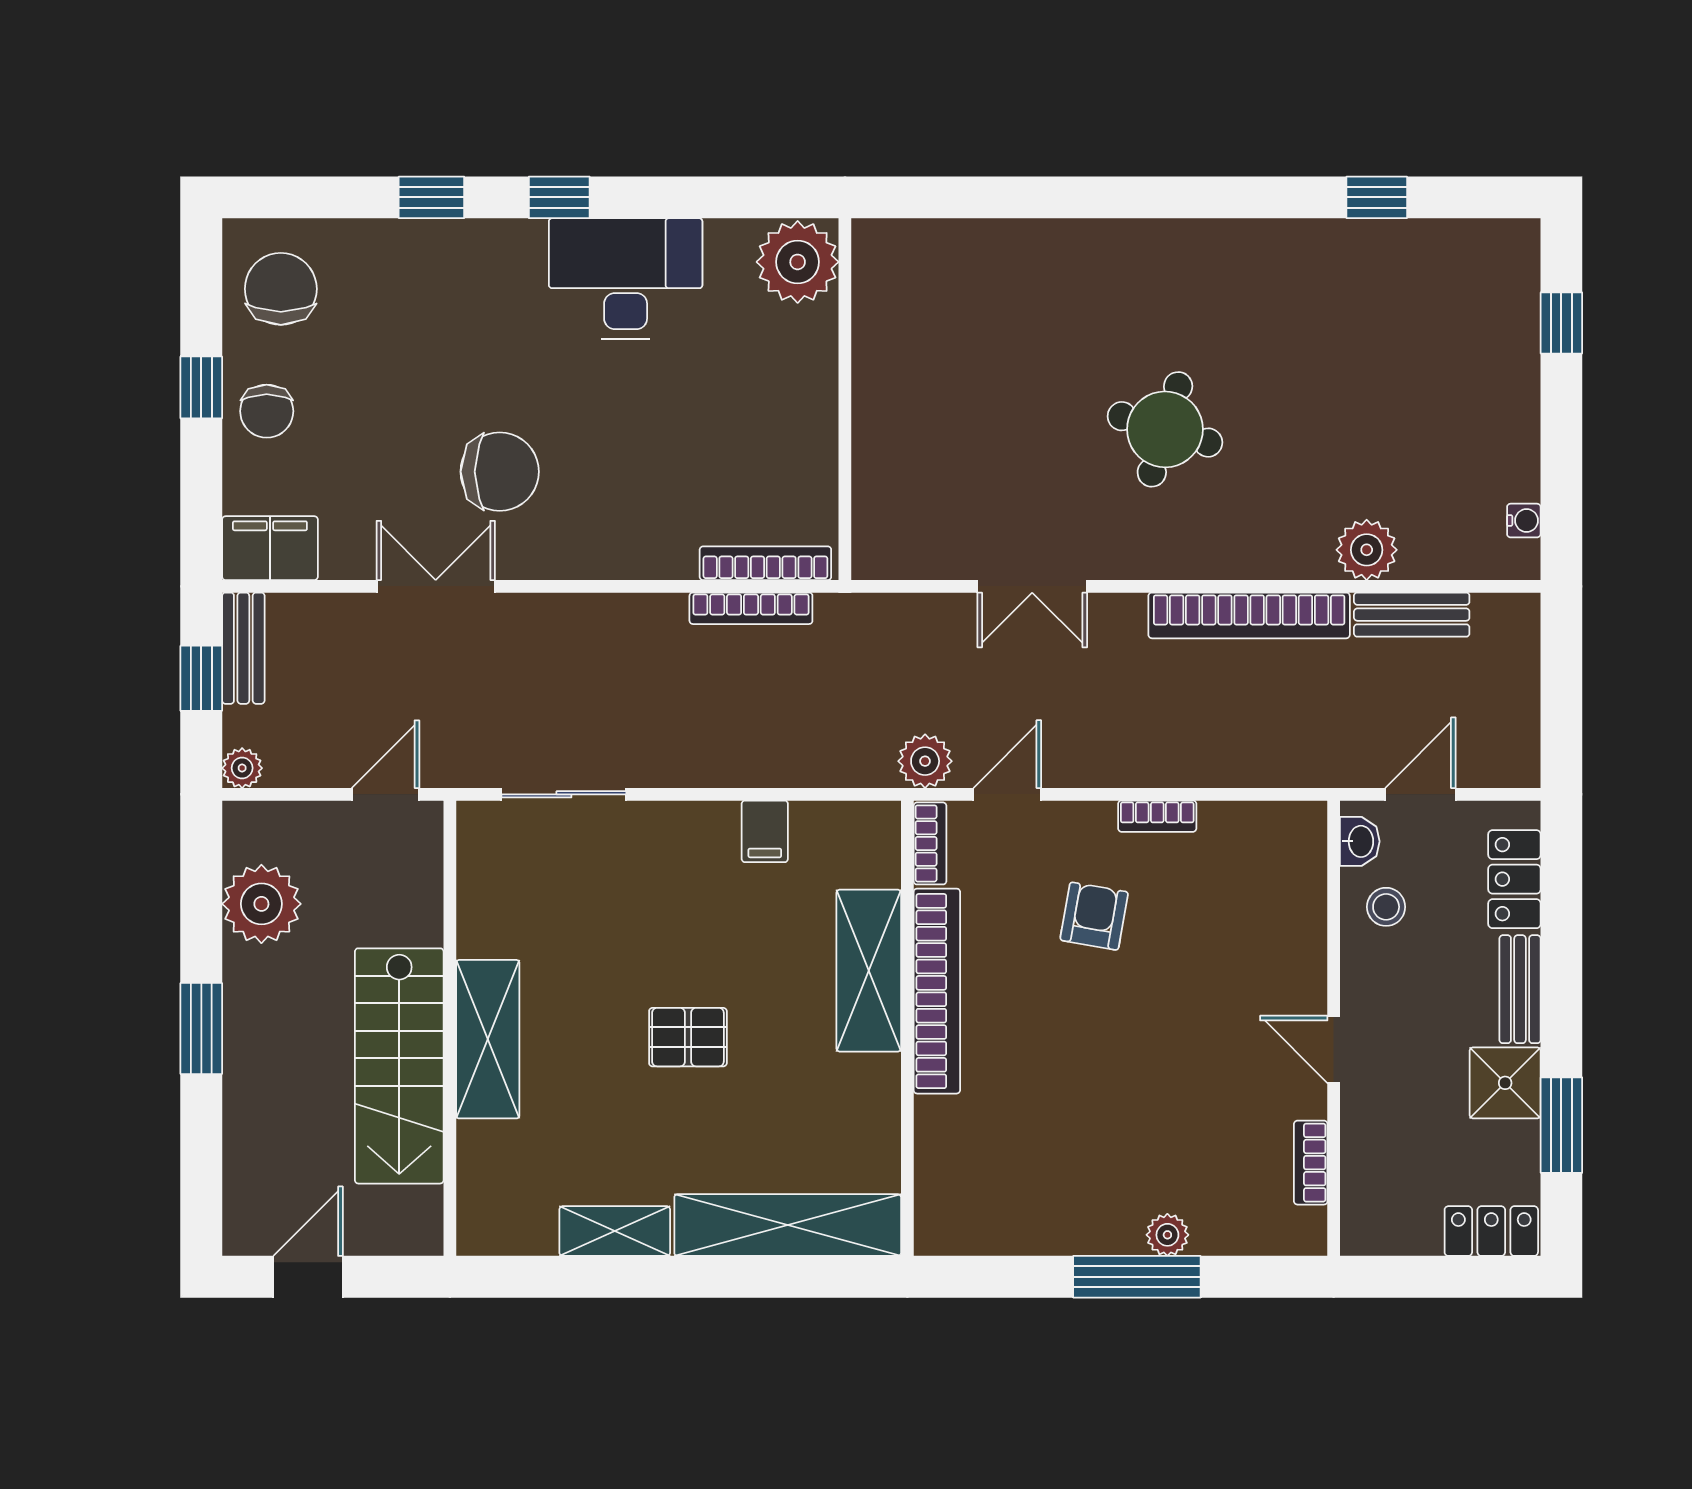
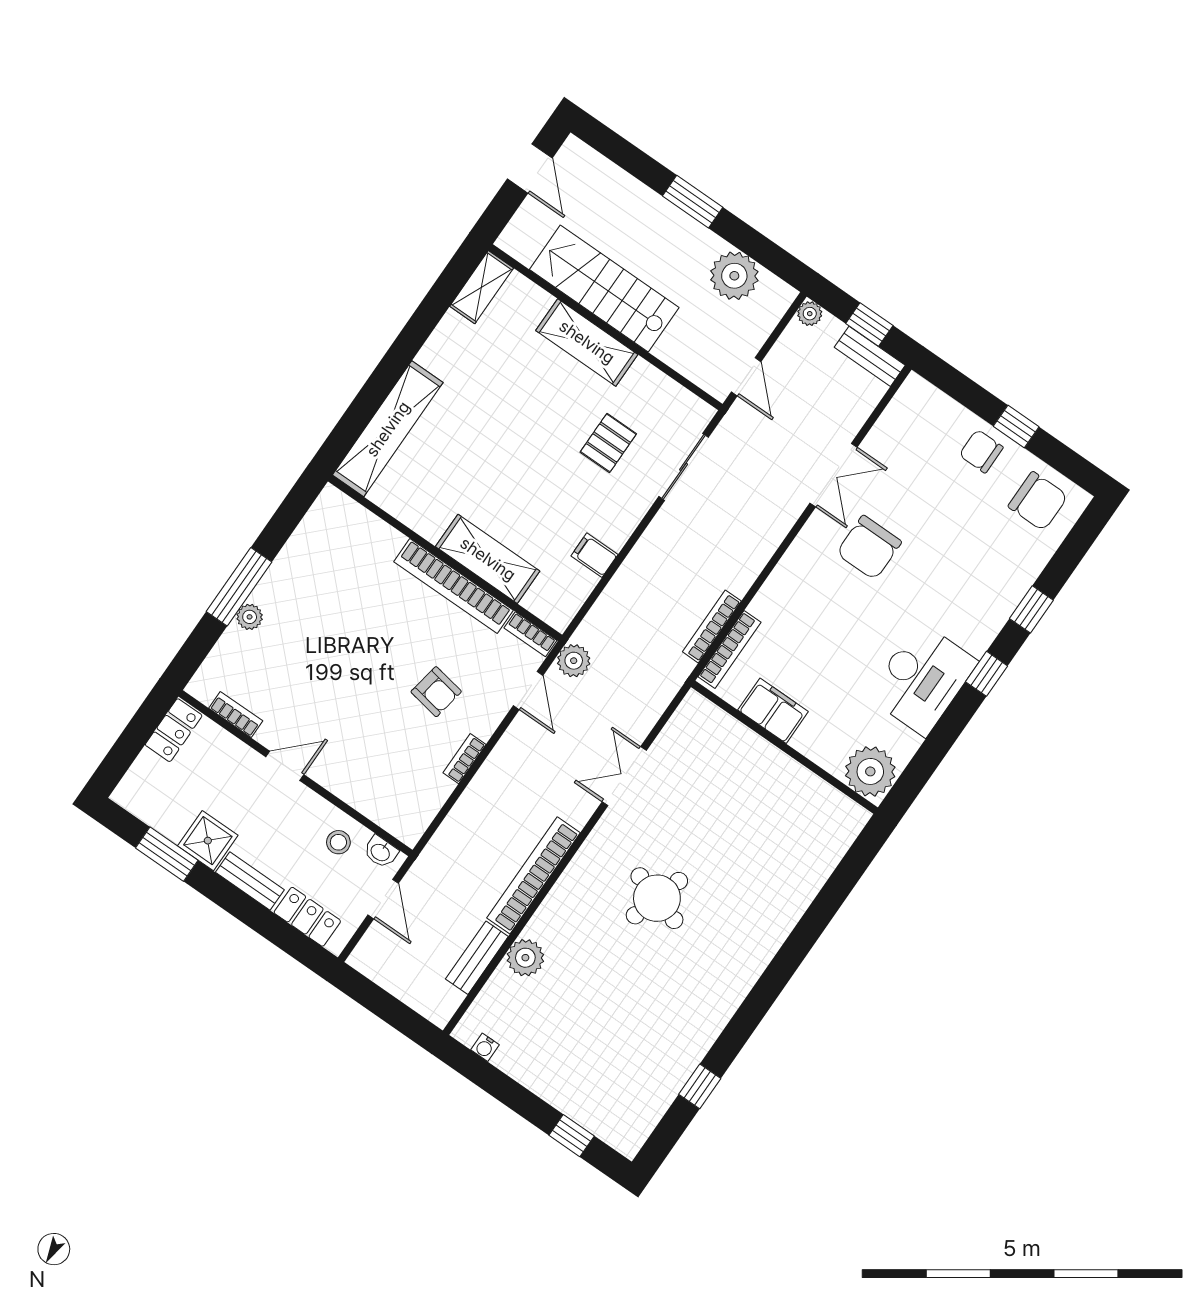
filing cabinet: (270, 548) -> (773, 711), moved, turned -90
pallet: (688, 1037) -> (608, 443), moved
shelving: (615, 1231) -> (482, 287), moved
locker: (1491, 1231) -> (174, 730), moved

